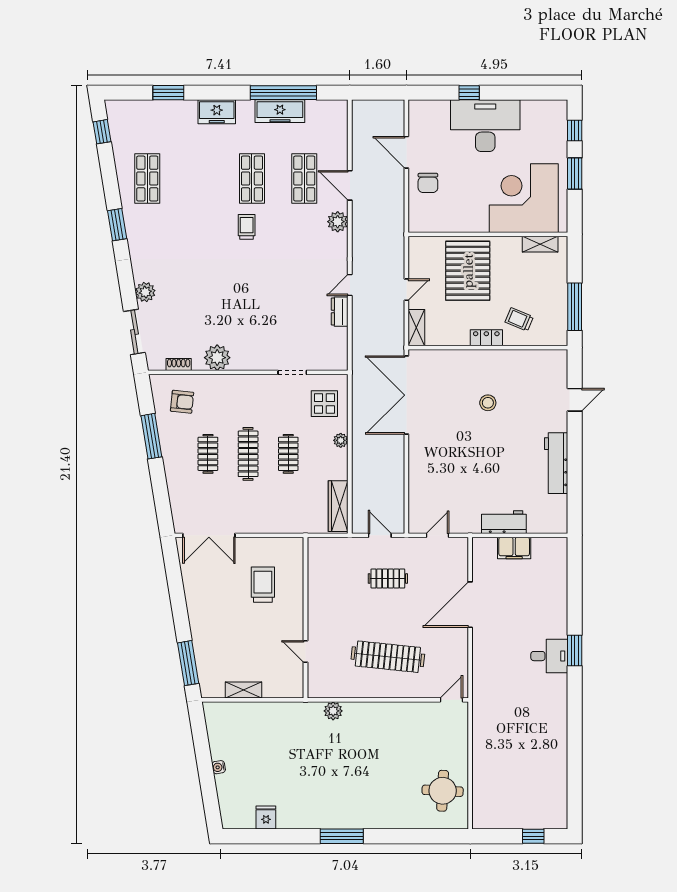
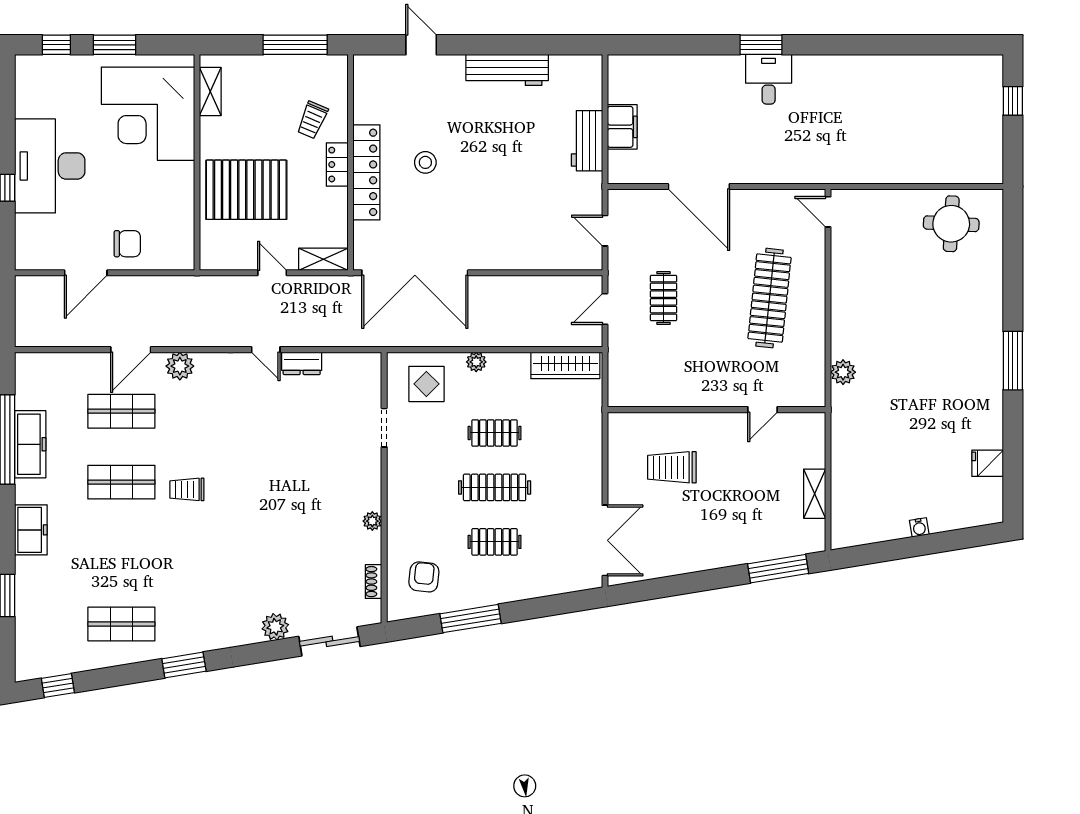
plant: (217, 358) -> (372, 521), width x0.53, depth x0.53
locker: (481, 359) -> (366, 172), added

